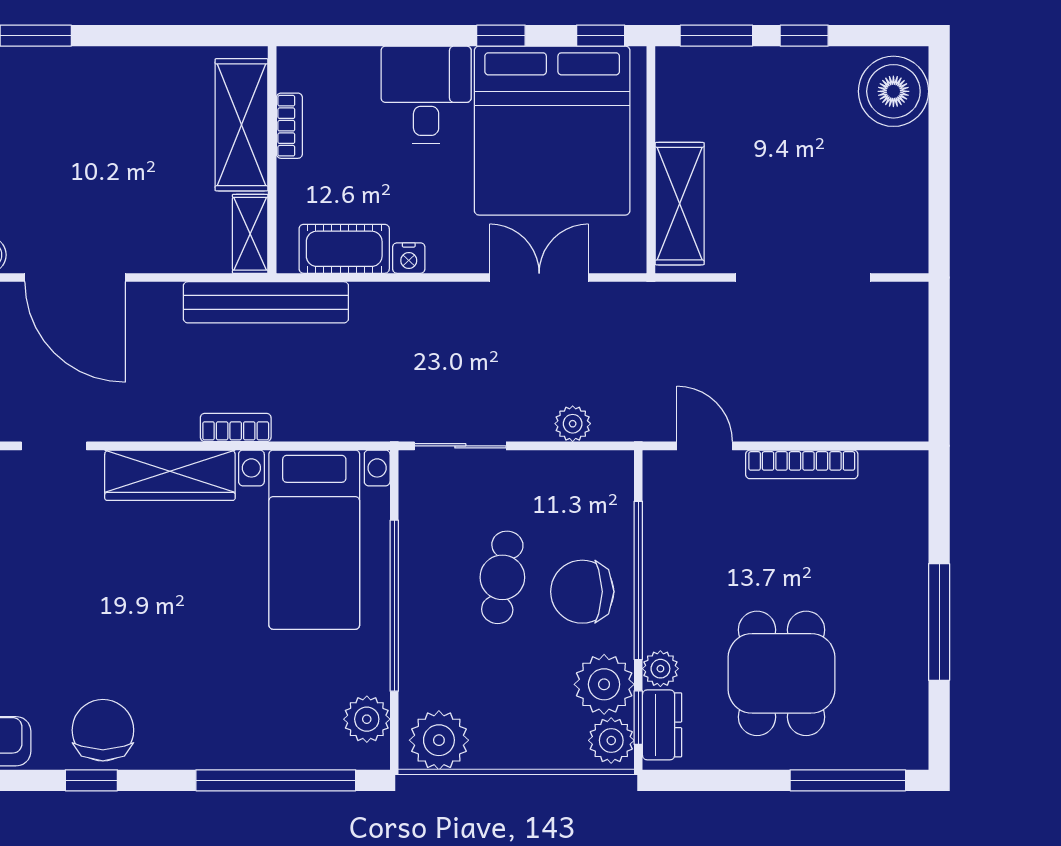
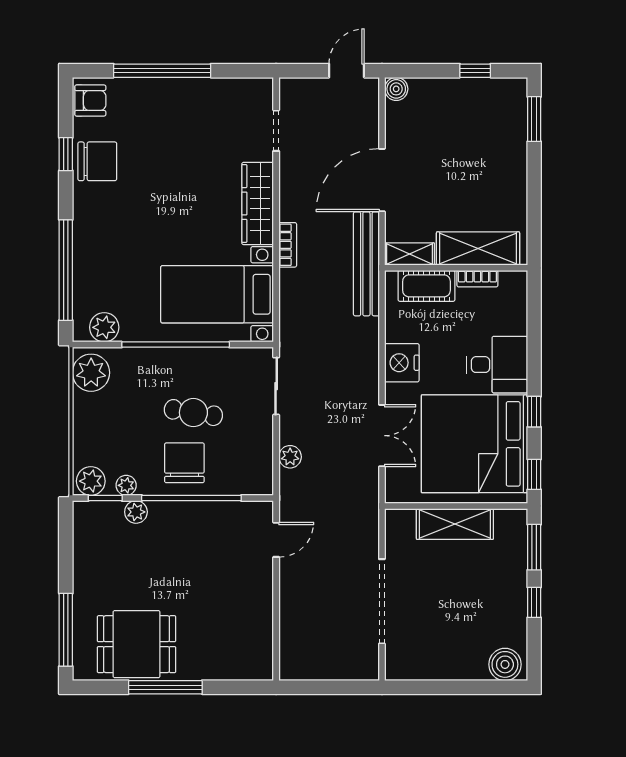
boiler: (893, 91) -> (505, 664), width x0.73, depth x0.73
shelving: (680, 204) -> (455, 524), moved
cot: (344, 249) -> (426, 286), moved, turned 90
nightstand: (409, 258) -> (402, 363), width x1.89, depth x1.79
door: (75, 278) -> (382, 180), moved
bookcase: (802, 464) -> (264, 601), removed
dining table: (782, 673) -> (137, 644), moved
plant: (604, 684) -> (126, 485), width x0.53, depth x0.53
dresser: (662, 725) -> (101, 513), removed

